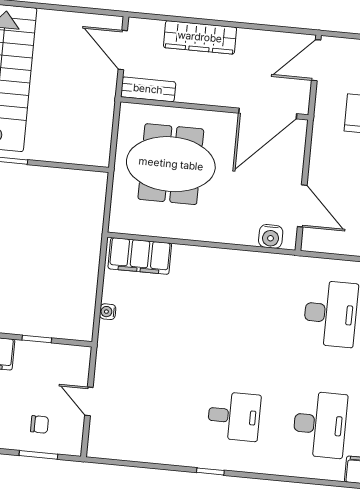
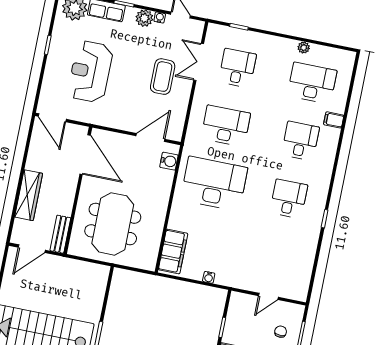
desk: (245, 305) -> (214, 184), added
desk: (320, 424) -> (300, 141), width x0.73

